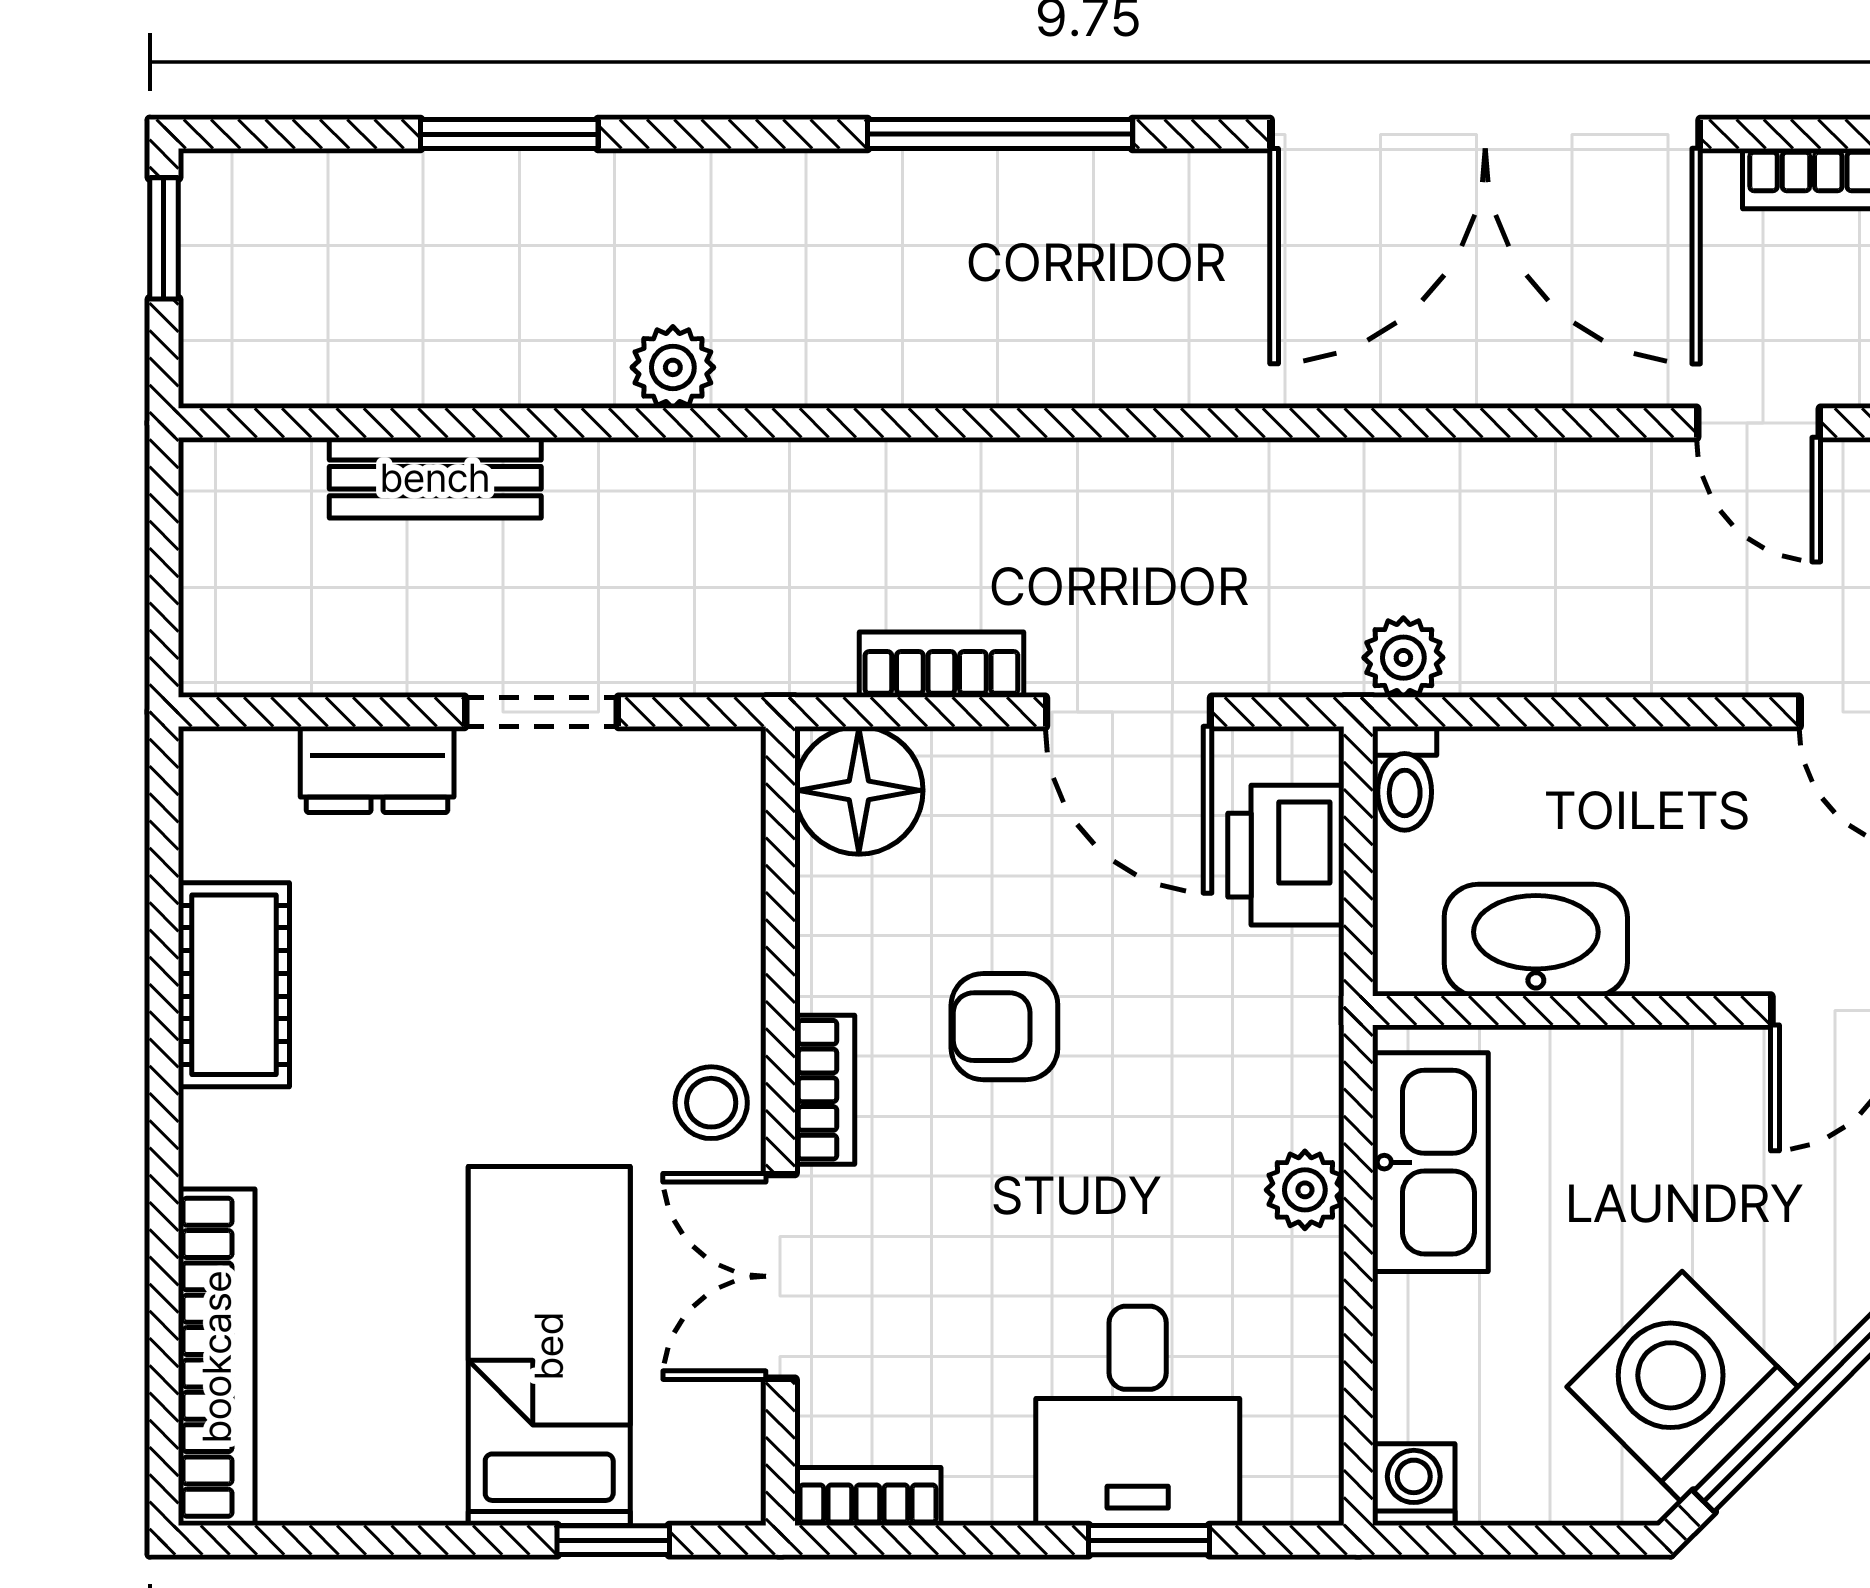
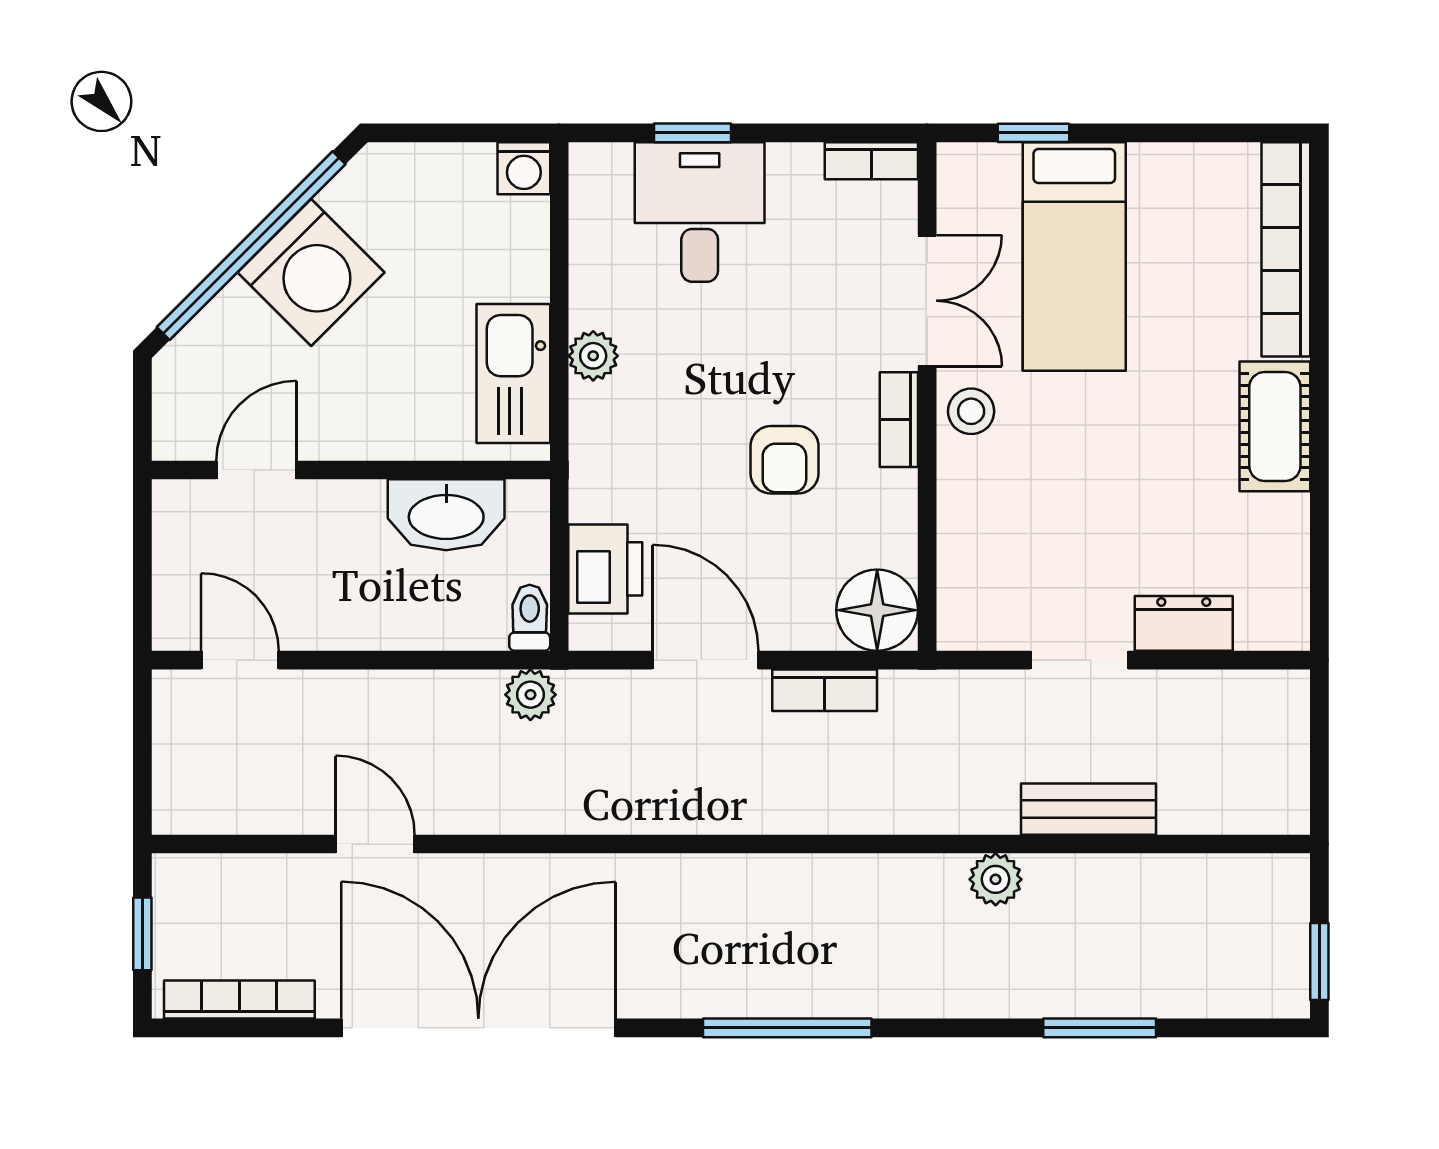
door: (1758, 423) -> (375, 844), moved
bench: (435, 478) -> (1089, 809), moved
cot: (234, 985) -> (1275, 426), moved
armchair: (1004, 1027) -> (784, 460), turned 90
washing machine: (1682, 1387) -> (311, 272), moved

